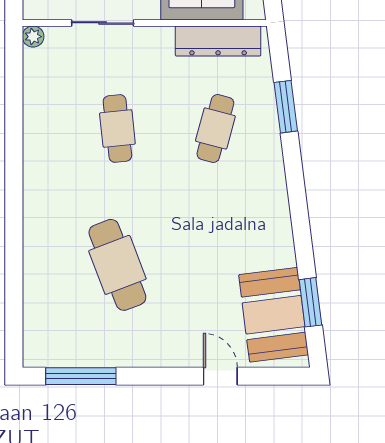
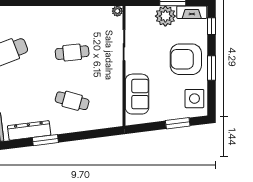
dresser: (218, 41) -> (29, 130), moved, turned 83
window: (286, 107) -> (45, 140), moved

